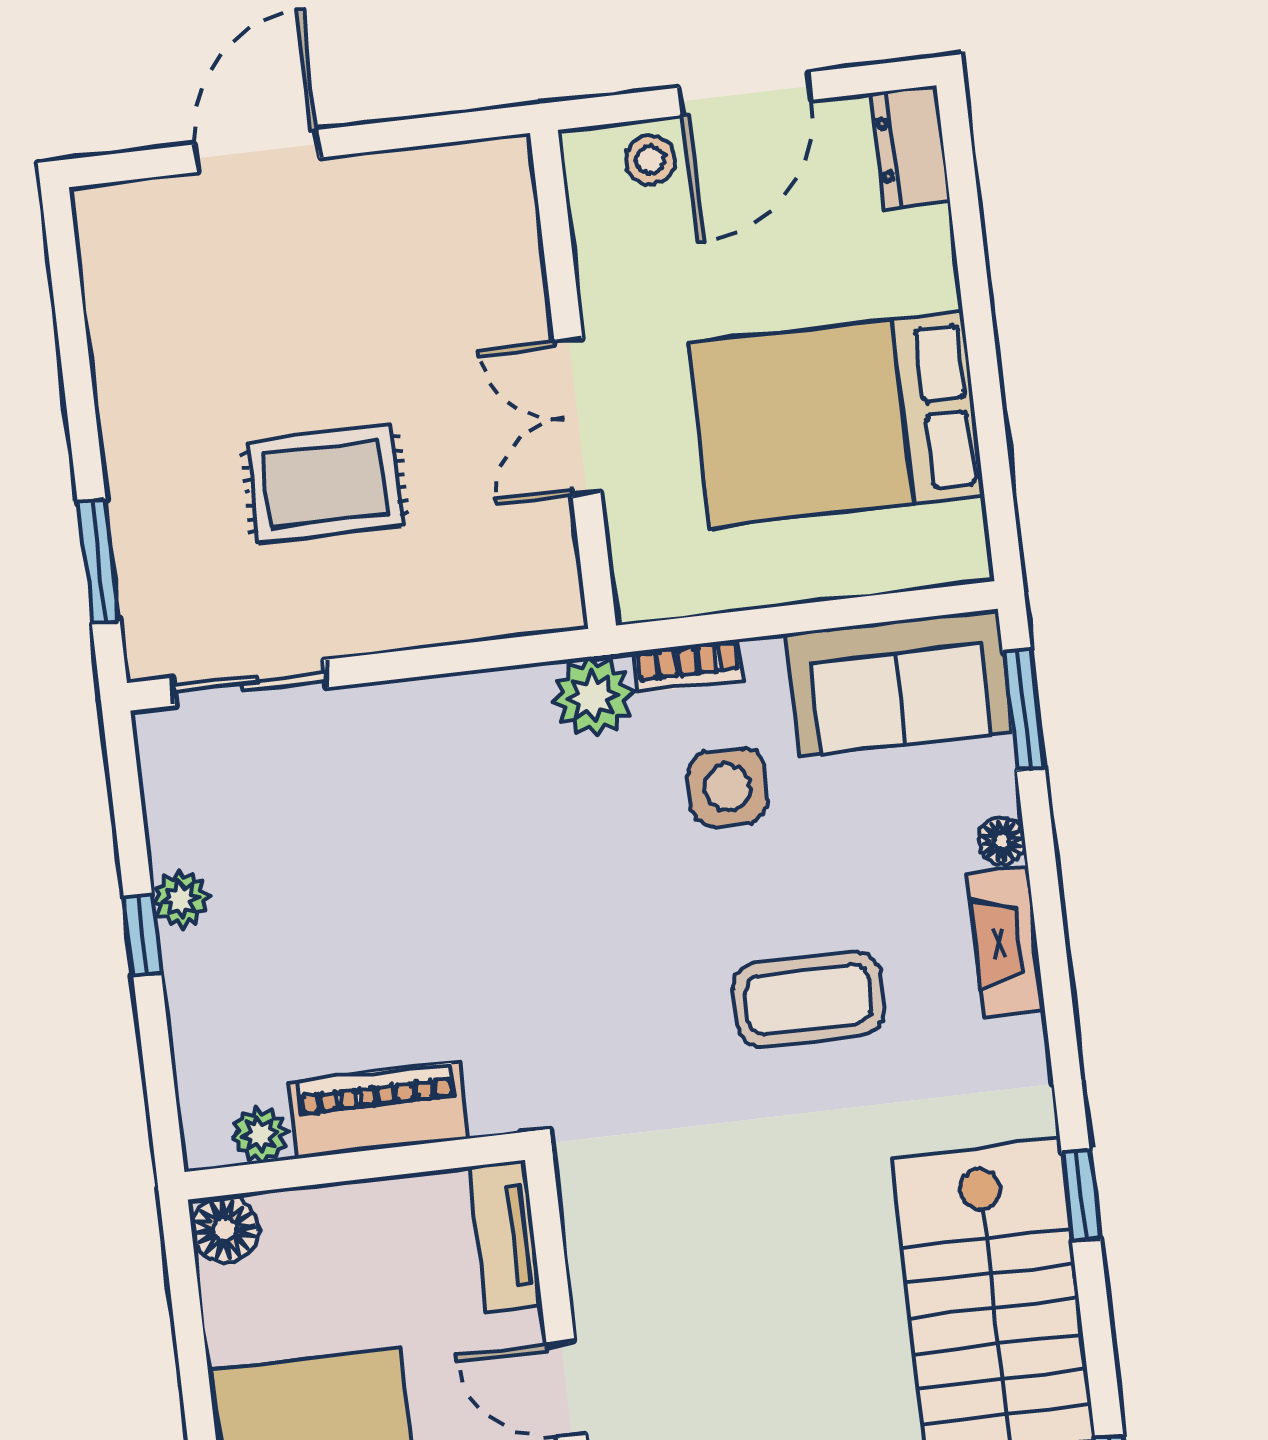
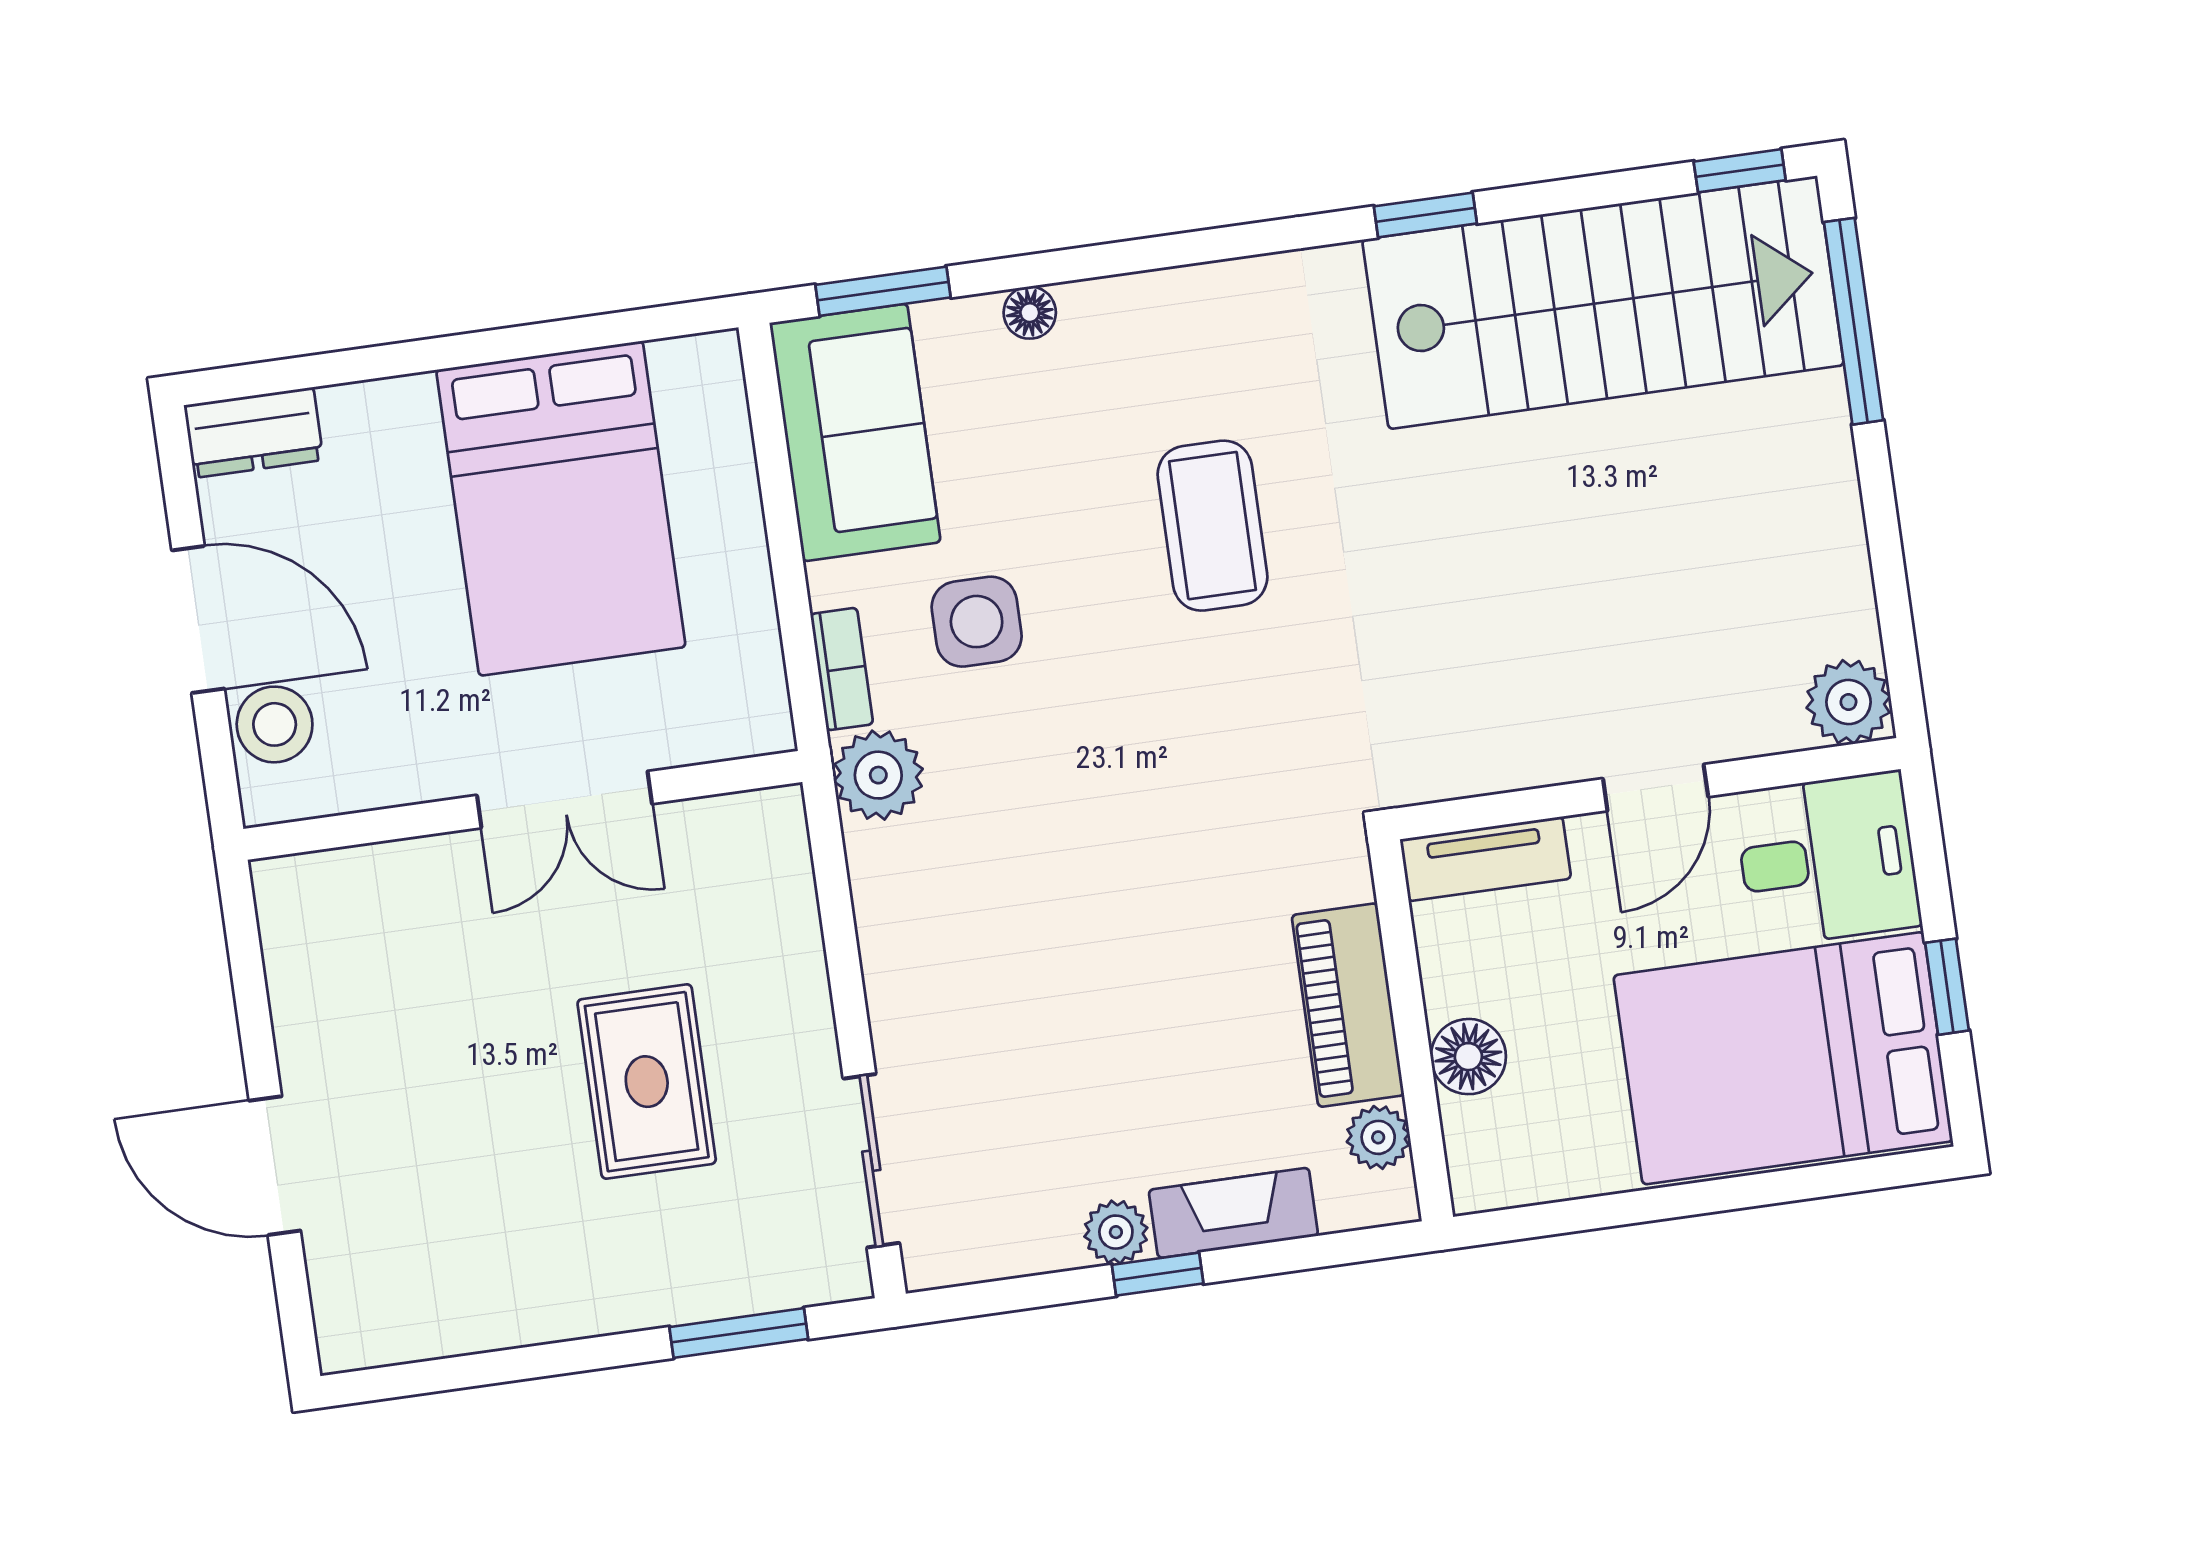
stool: (650, 160) -> (275, 724), width x1.37, depth x1.37
fireplace: (1006, 942) -> (1233, 1213), moved, turned 180
floor lamp: (225, 1229) -> (1468, 1057), moved

